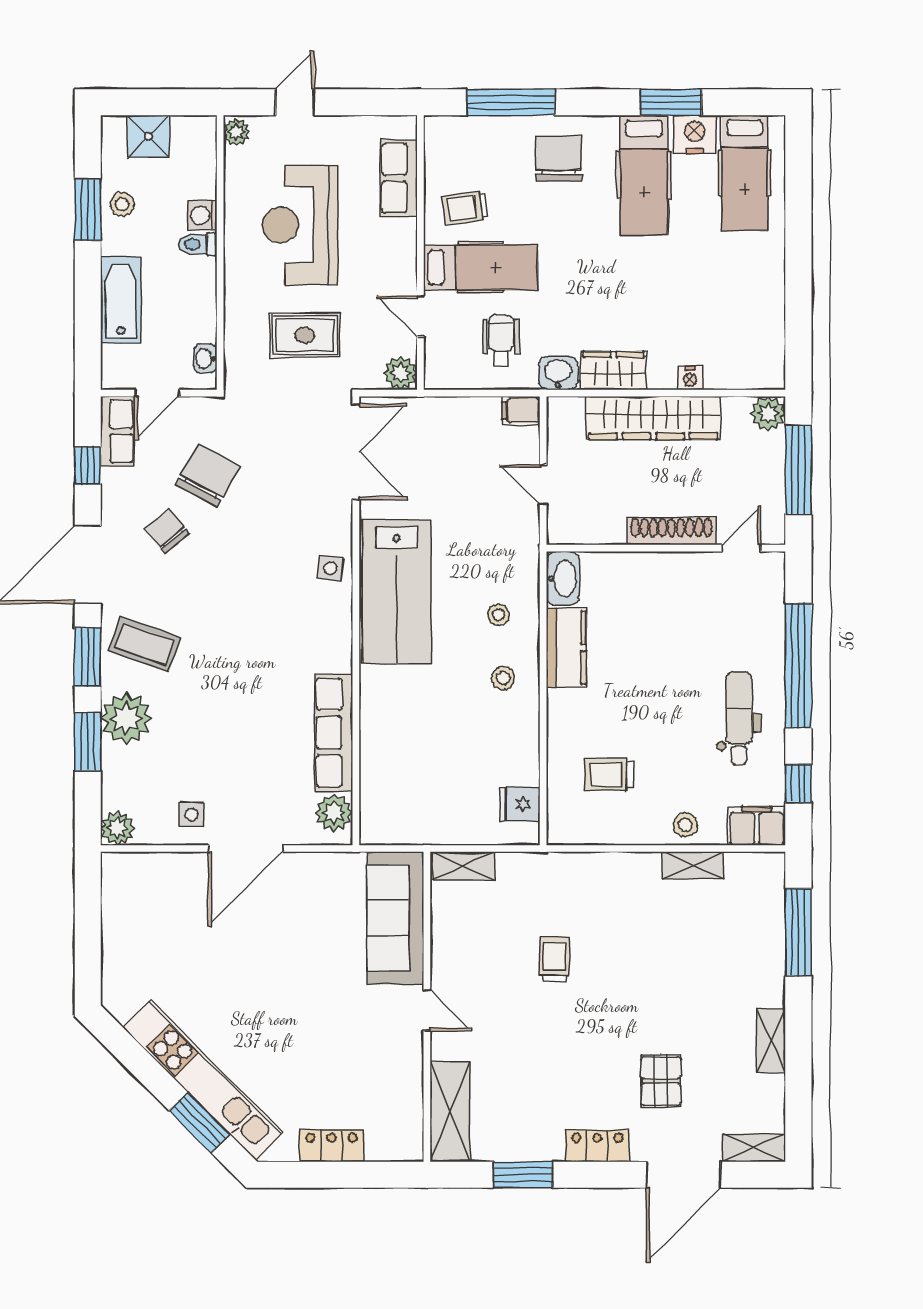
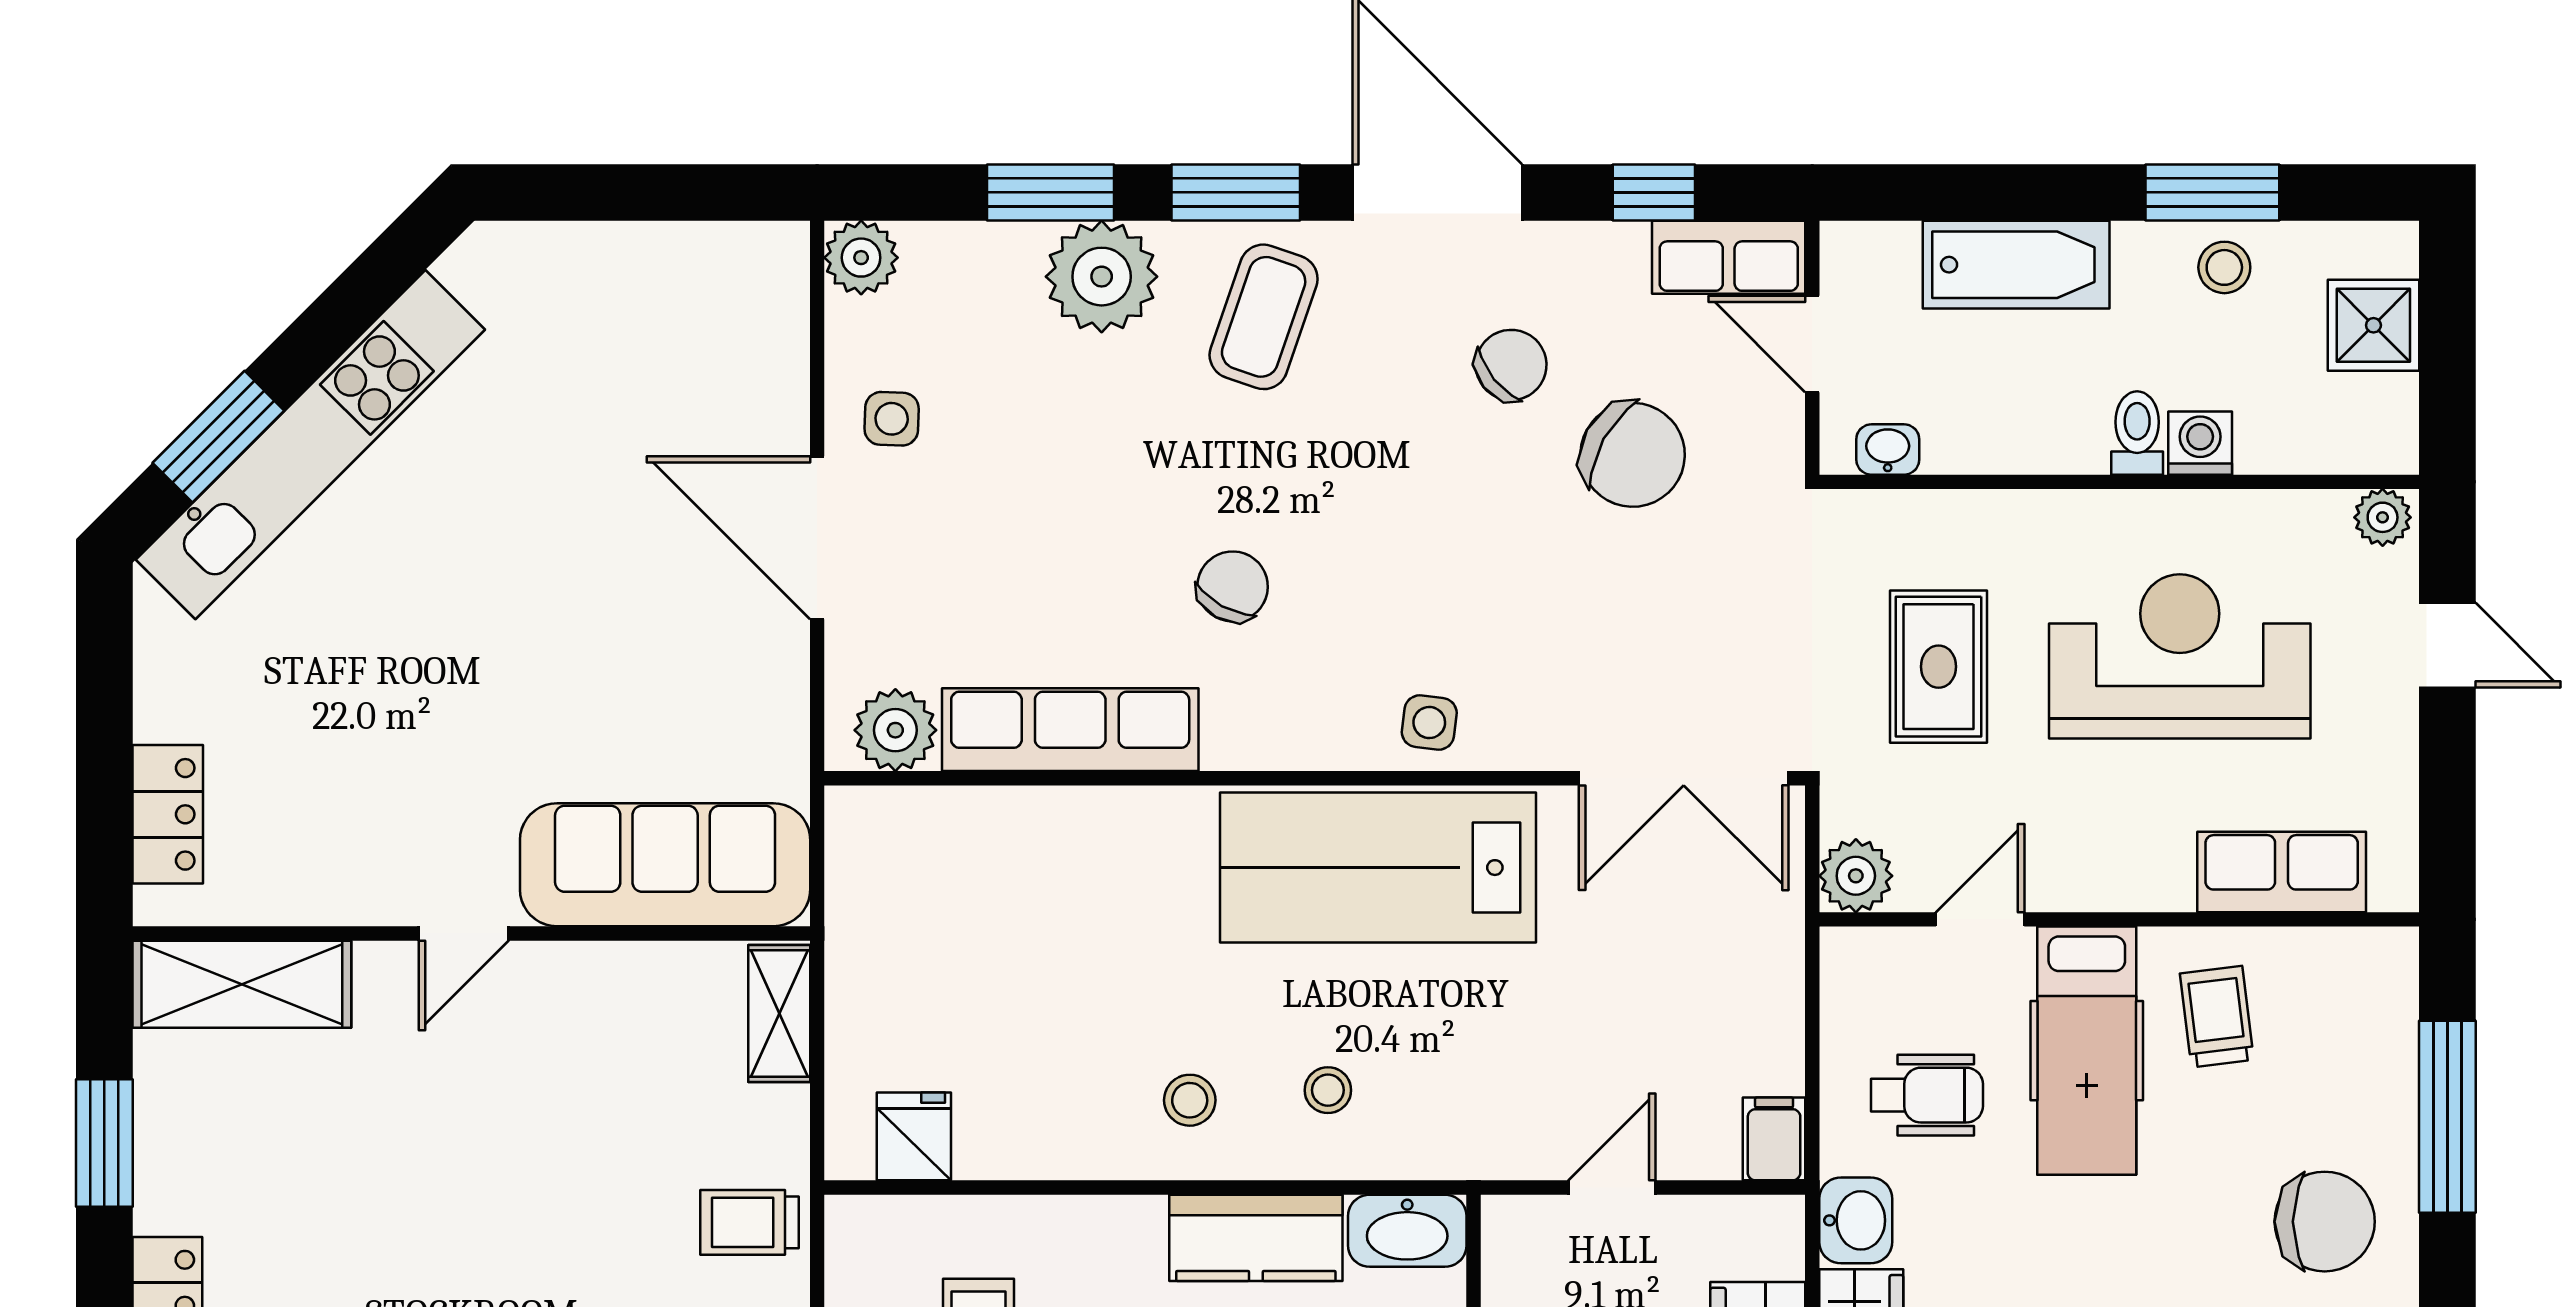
chair: (268, 658) -> (1233, 586), added
trolley: (554, 959) -> (750, 1222), moved, turned 180
locker: (332, 1146) -> (168, 814), moved

